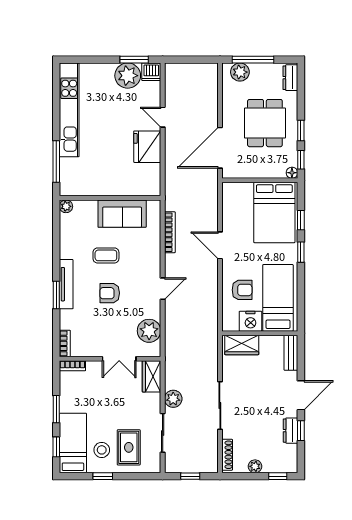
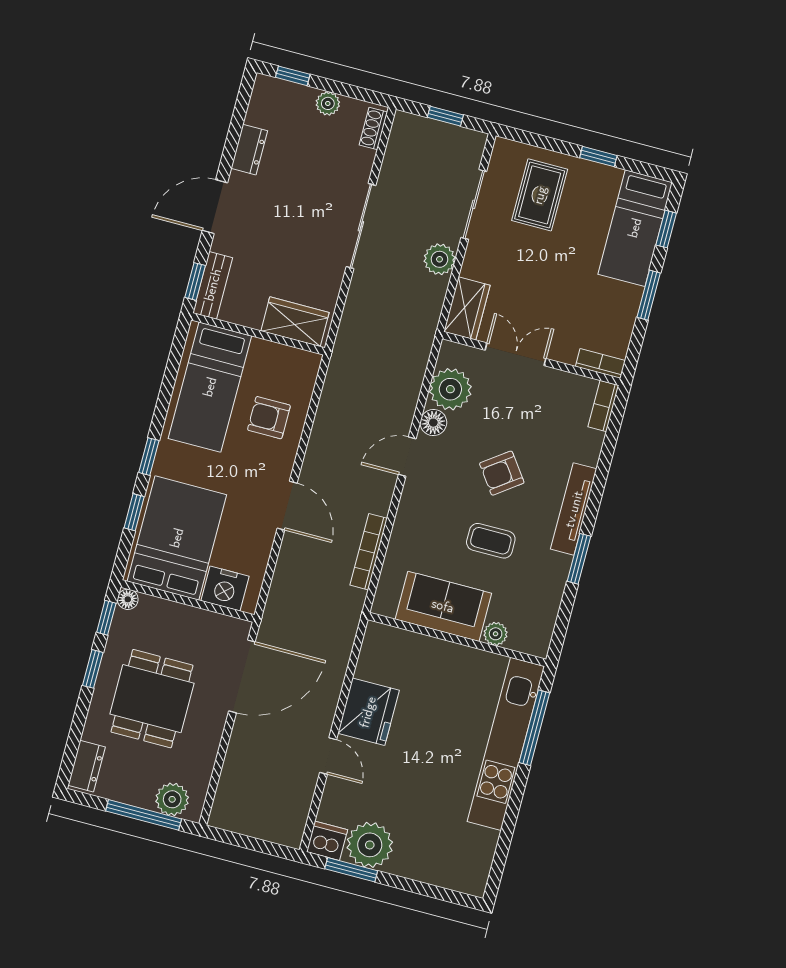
kitchen unit: (69, 110) -> (506, 744), moved
plant: (66, 206) -> (496, 634), moved
armchair: (110, 293) -> (502, 473), turned 144
window: (56, 295) -> (579, 559), moved
floor lamp: (153, 311) -> (433, 423), added
nightstand: (250, 321) -> (225, 589), moved, turned 180
window: (301, 431) -> (195, 281), moved
stool: (102, 450) -> (588, 203), removed
shoe rack: (227, 455) -> (373, 128), width x0.70

